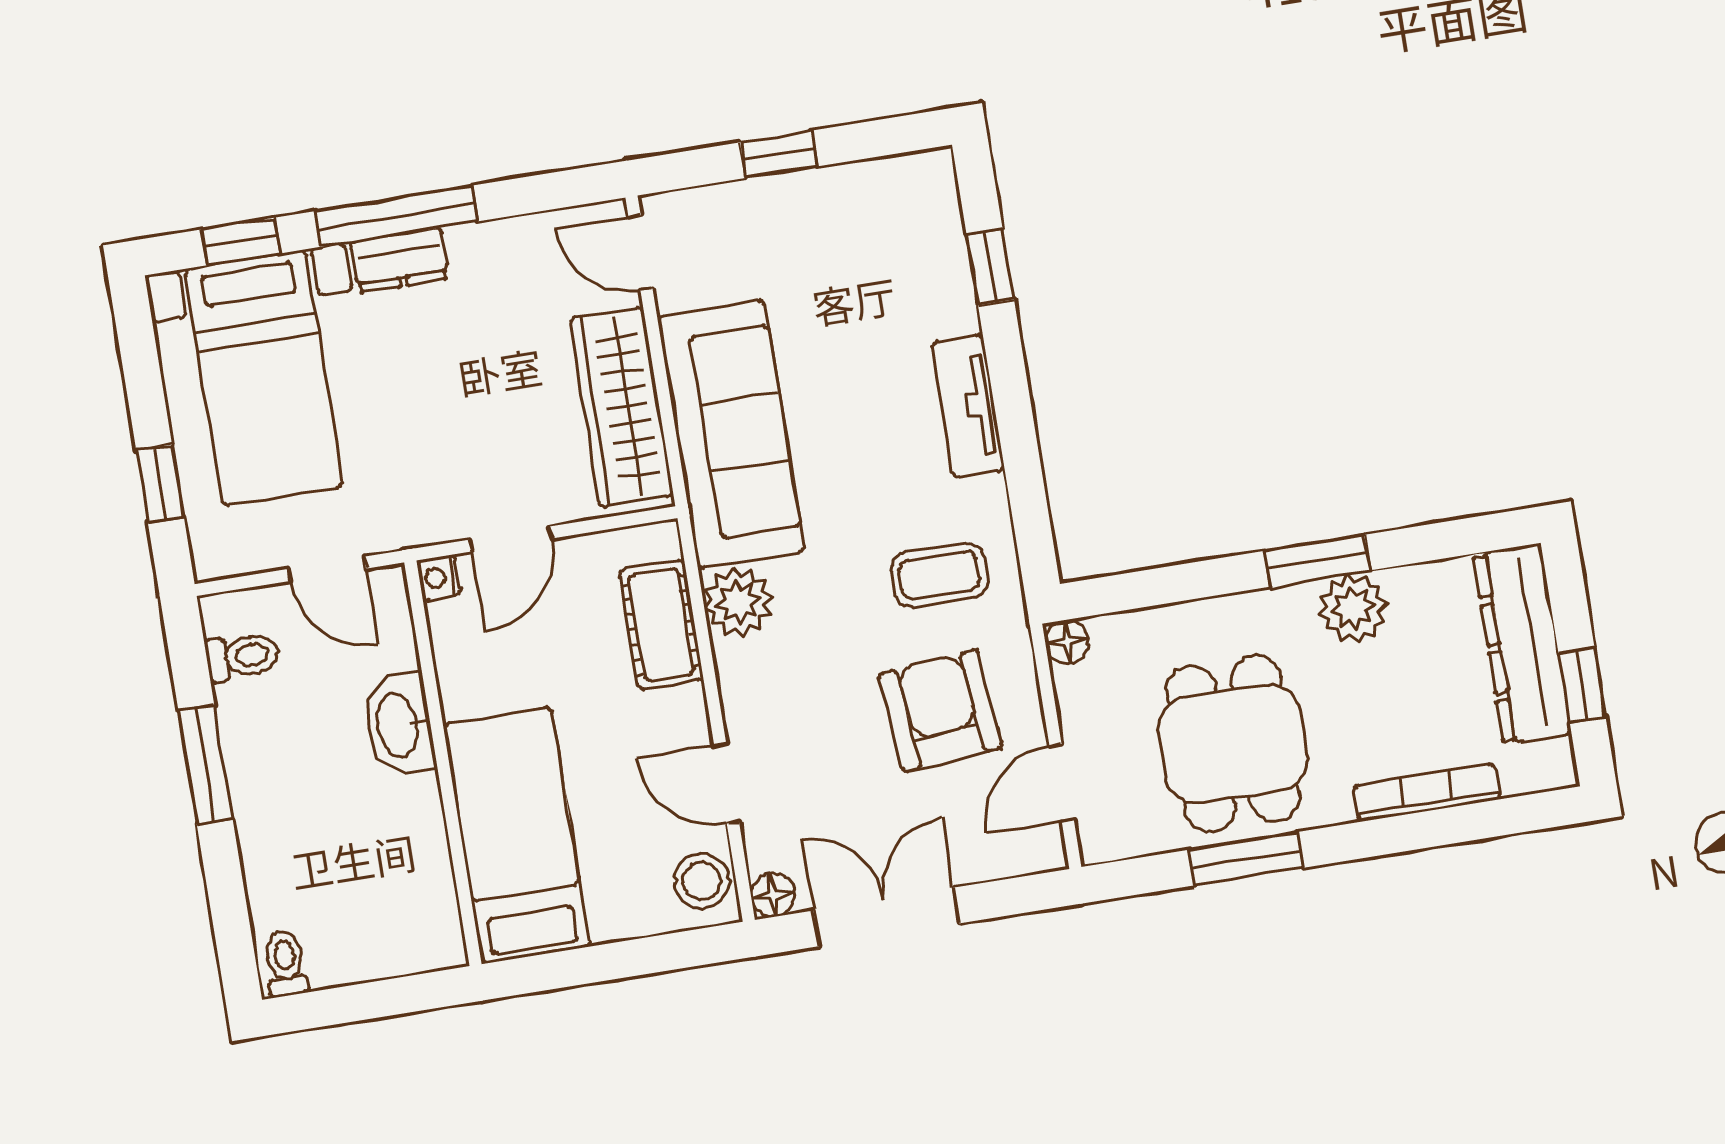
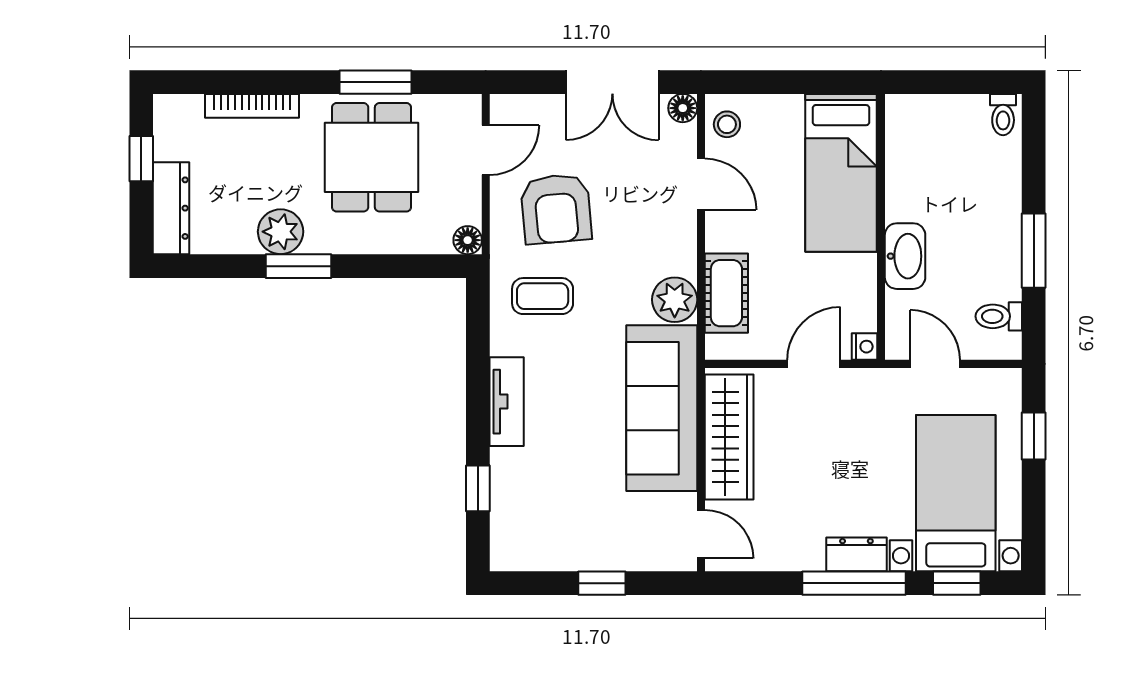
dresser: (1522, 644) -> (171, 208), width x0.73, depth x0.80
stool: (702, 881) -> (727, 124), width x0.73, depth x0.73

